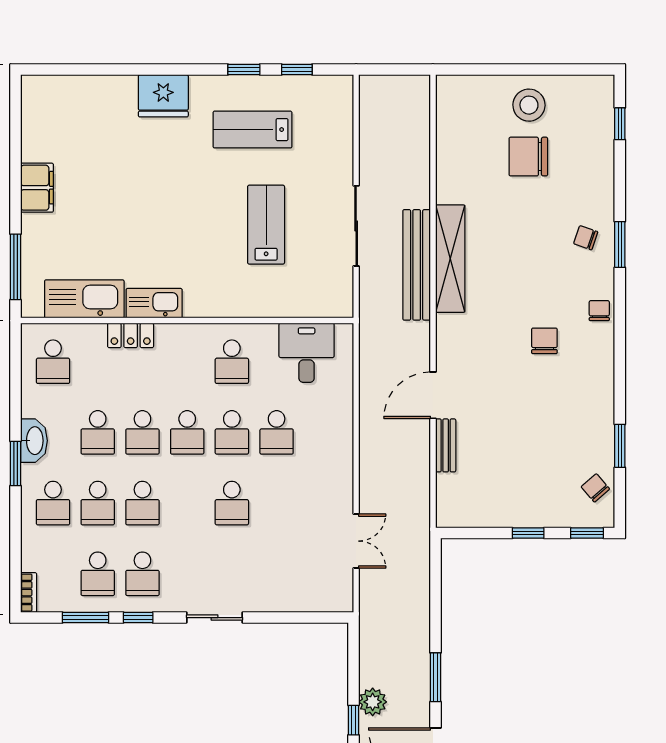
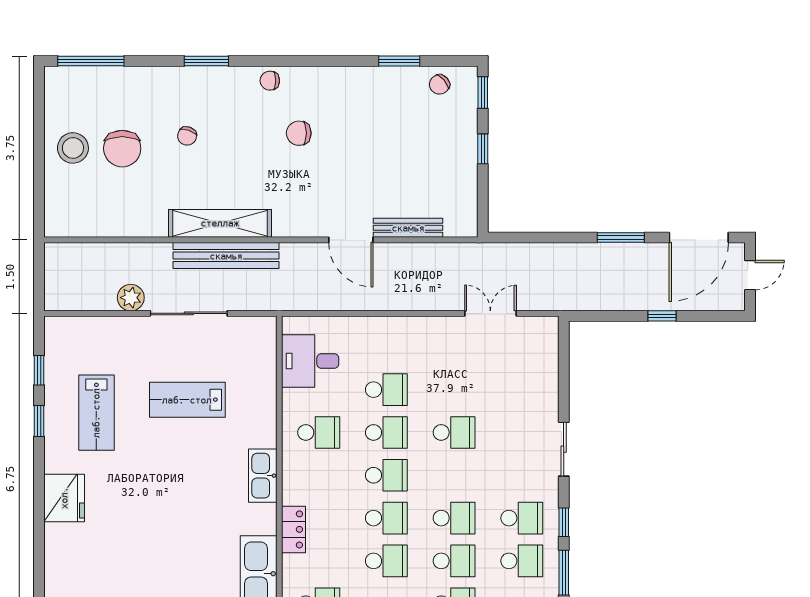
window: (620, 124) -> (91, 61), width x2.17
chair: (586, 238) -> (187, 136), moved
kitchen sink: (154, 303) -> (263, 476), moved
bench: (446, 445) -> (408, 228), width x1.36
plant: (373, 702) -> (131, 298), moved

